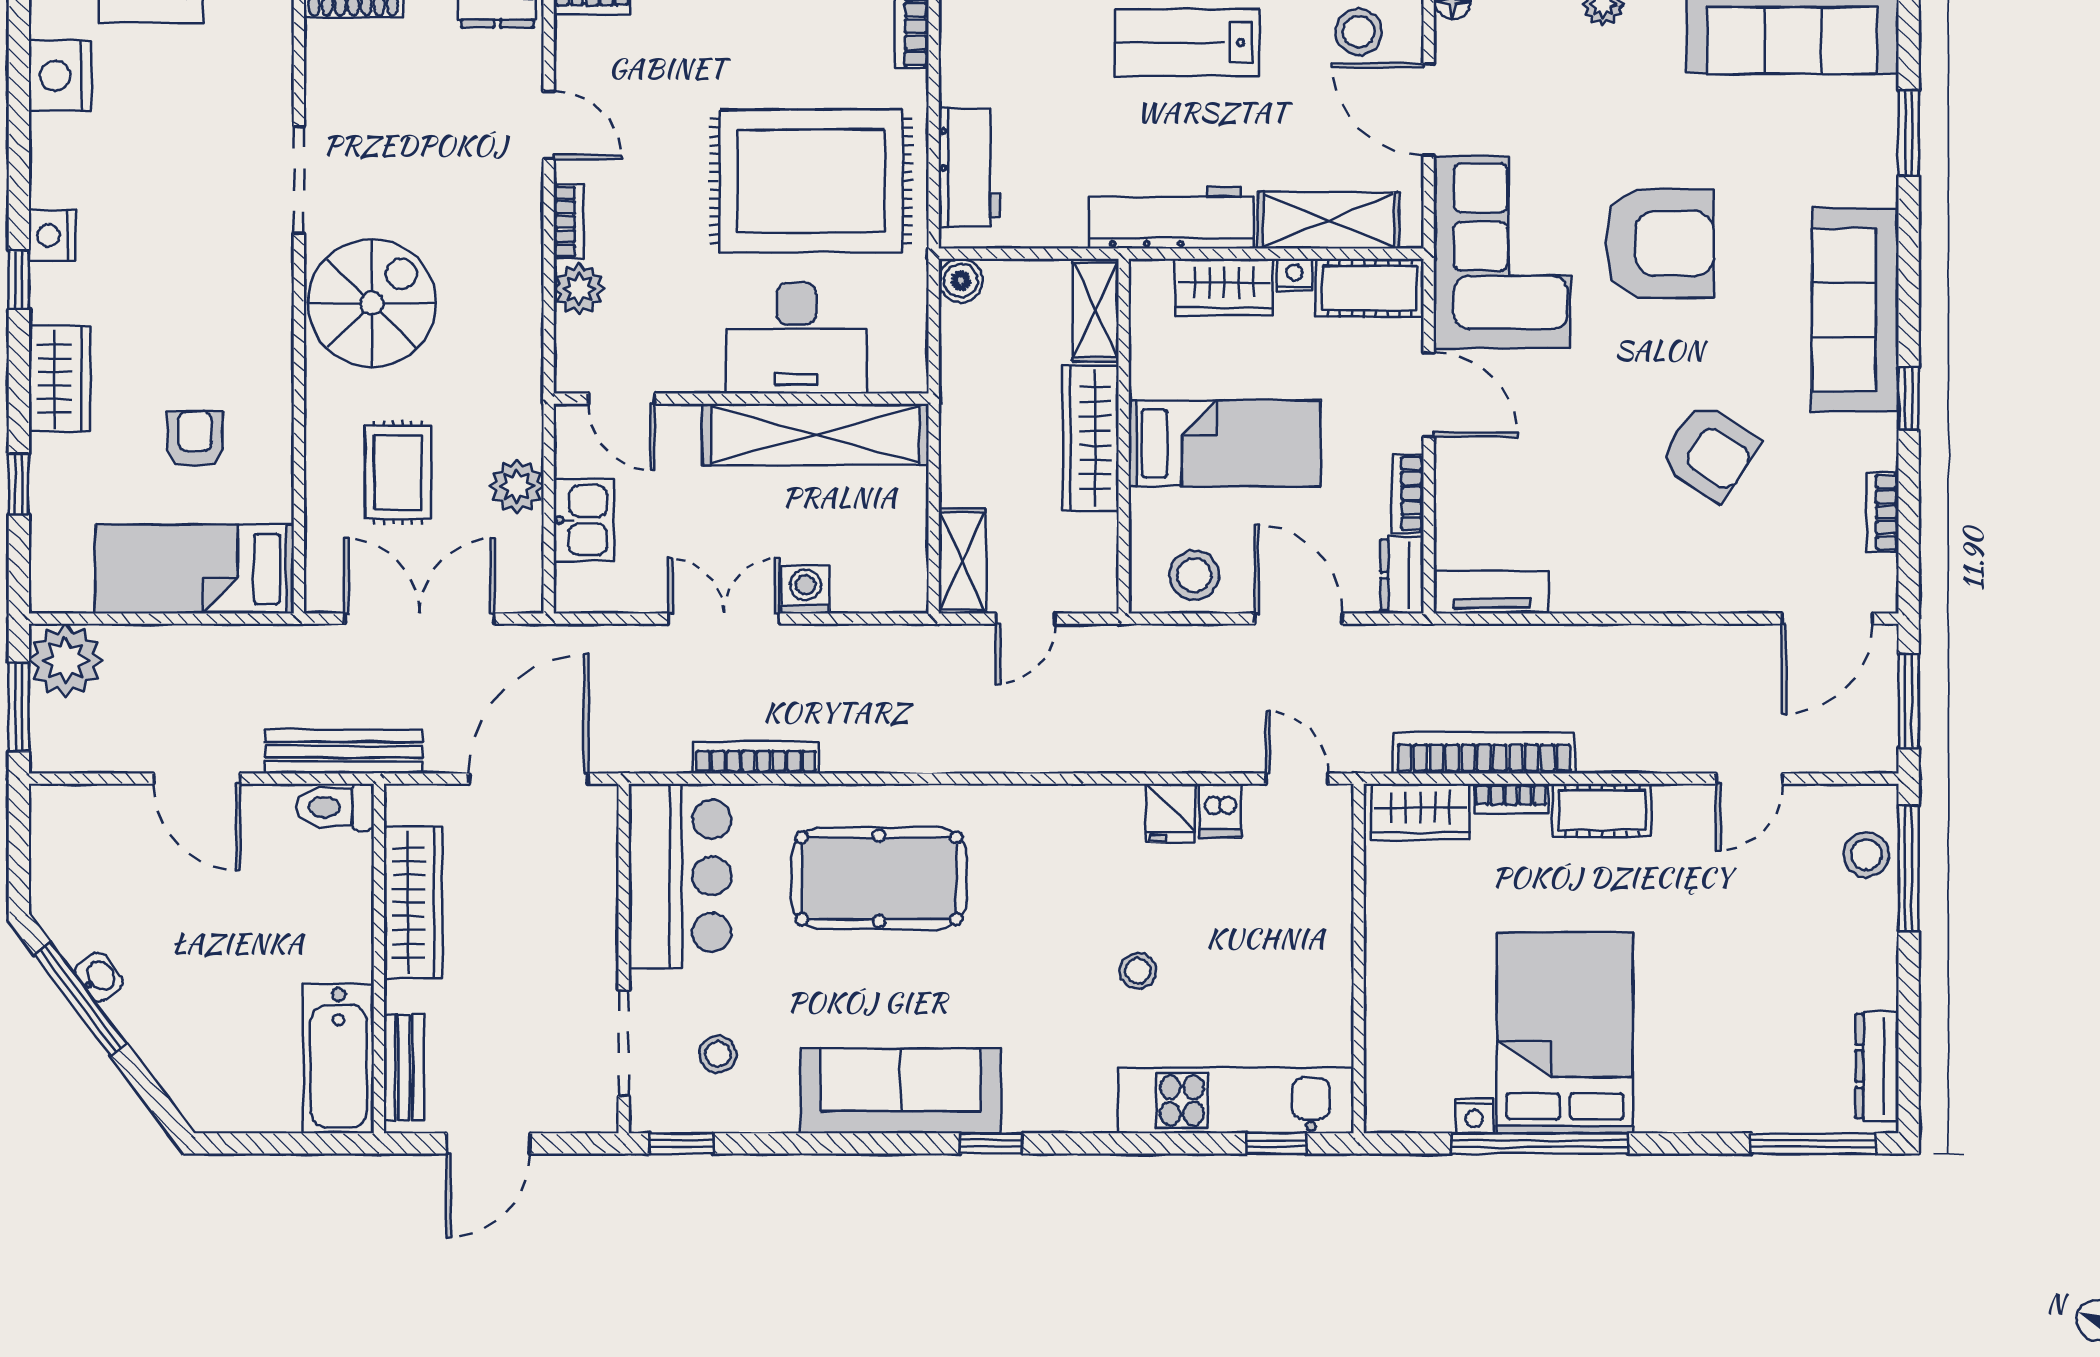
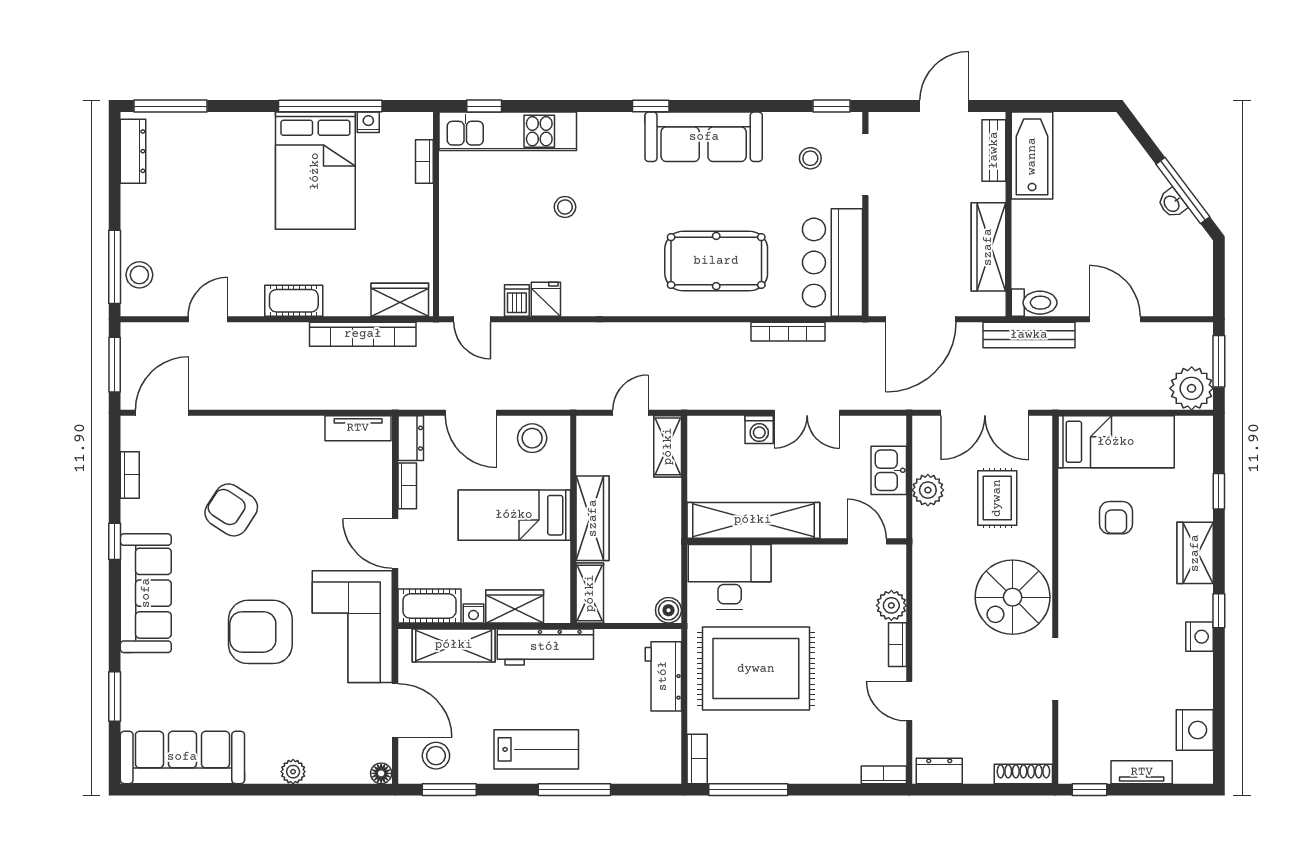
desk: (796, 338) -> (730, 577), moved
bookcase: (1511, 799) -> (424, 162), moved, turned -90

